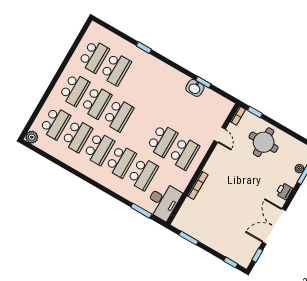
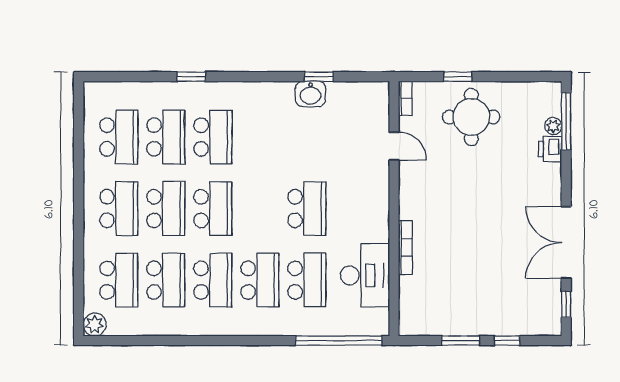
window: (255, 112) -> (458, 77), moved
school desk: (184, 153) -> (213, 137), moved
printer: (284, 191) -> (550, 149), moved
desk: (163, 201) -> (365, 275), moved
window: (141, 211) -> (339, 340), width x2.11
window: (189, 238) -> (461, 340), moved
window: (231, 262) -> (507, 340), moved

